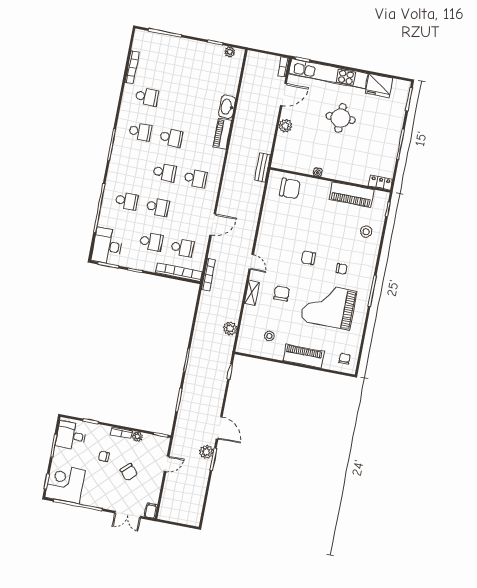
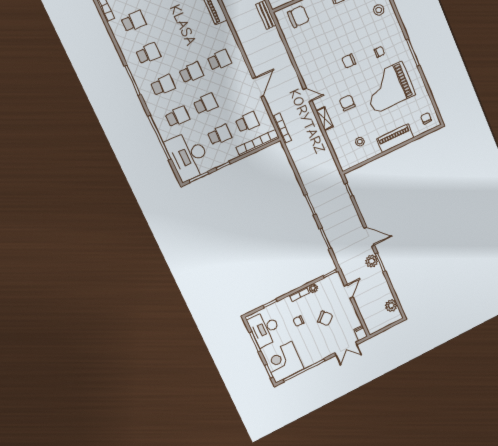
school desk: (171, 138) -> (163, 85), moved
desk: (107, 246) -> (188, 156), width x1.36, depth x1.30
plant: (230, 328) -> (391, 306), moved
desk: (71, 436) -> (265, 329), width x1.37

